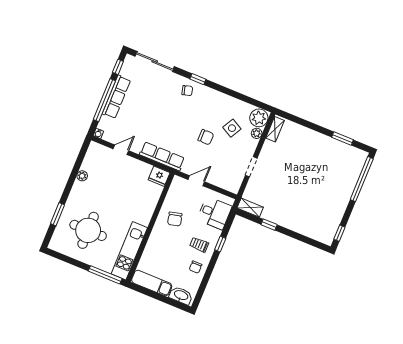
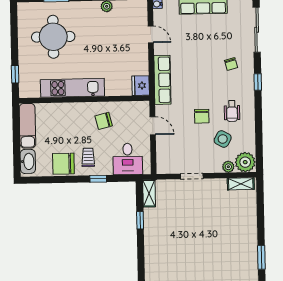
chair: (187, 91) -> (231, 64), moved
wheelchair: (212, 111) -> (232, 111), added
kitchen unit: (129, 251) -> (72, 88), moved
chair: (196, 267) -> (63, 164), width x1.87, depth x1.87
window: (105, 275) -> (15, 74), width x0.46

